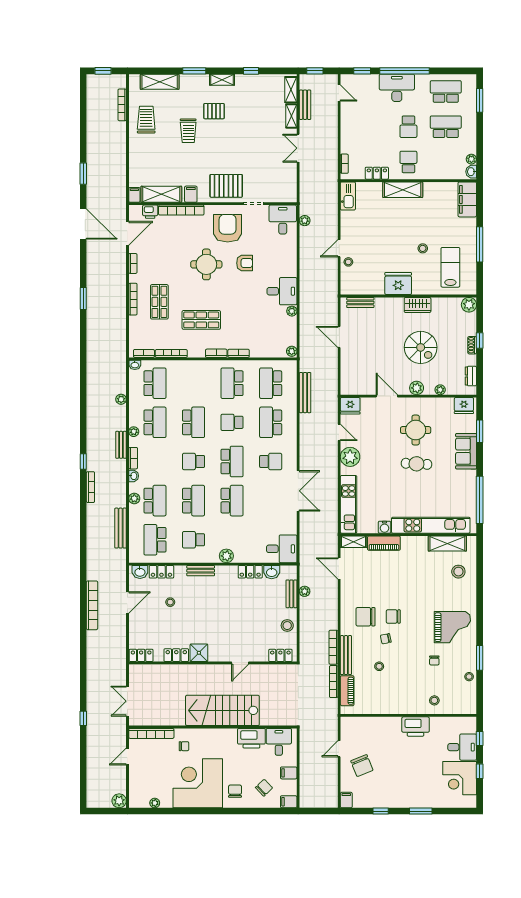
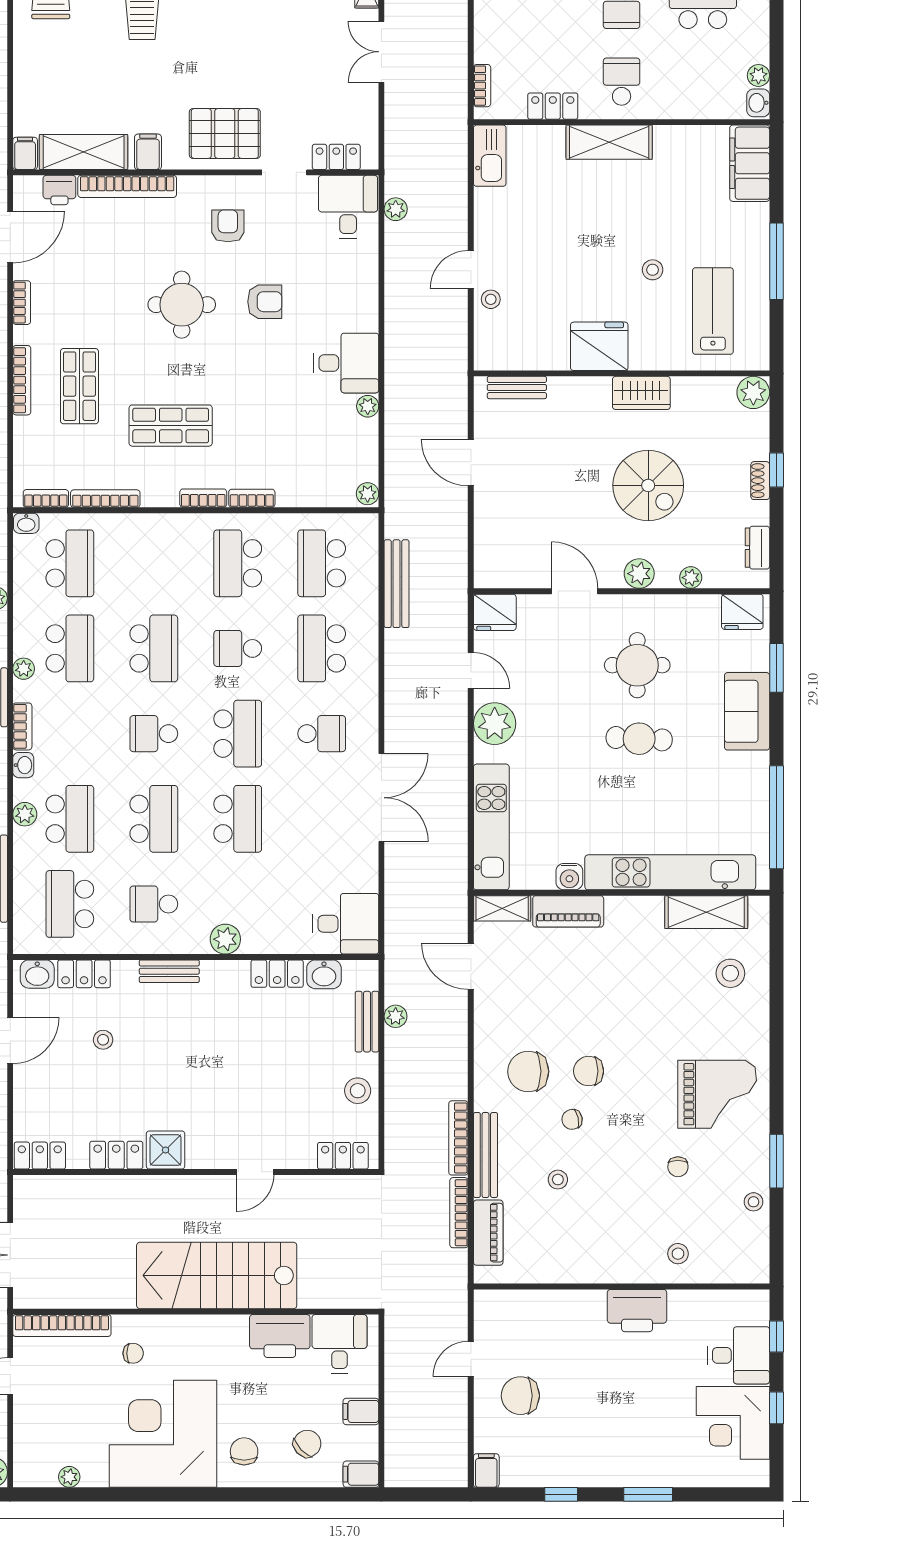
locker: (277, 197) -> (336, 157), added
armchair: (228, 228) -> (228, 226), width x0.53, depth x0.53
chair: (362, 766) -> (520, 1396), turned 112

